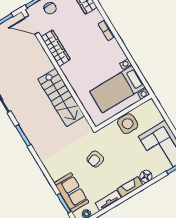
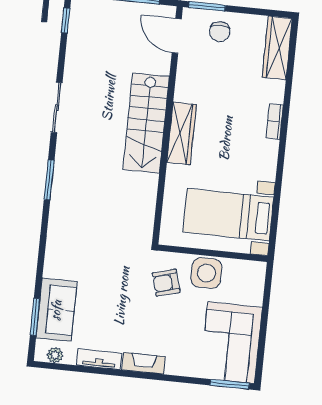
wardrobe: (56, 48) -> (182, 133), moved
stairs: (61, 97) -> (146, 123), moved
armchair: (95, 159) -> (166, 283), moved
floor lamp: (146, 176) -> (177, 365), removed

